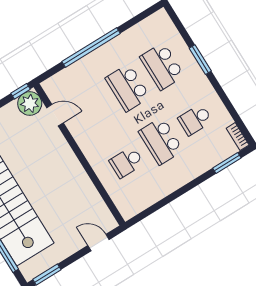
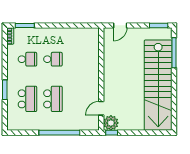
door: (55, 115) -> (101, 108), hinge flipped
school desk: (161, 141) -> (53, 59), width x0.54
school desk: (127, 162) -> (78, 59), removed
door: (99, 243) -> (120, 25), hinge flipped

